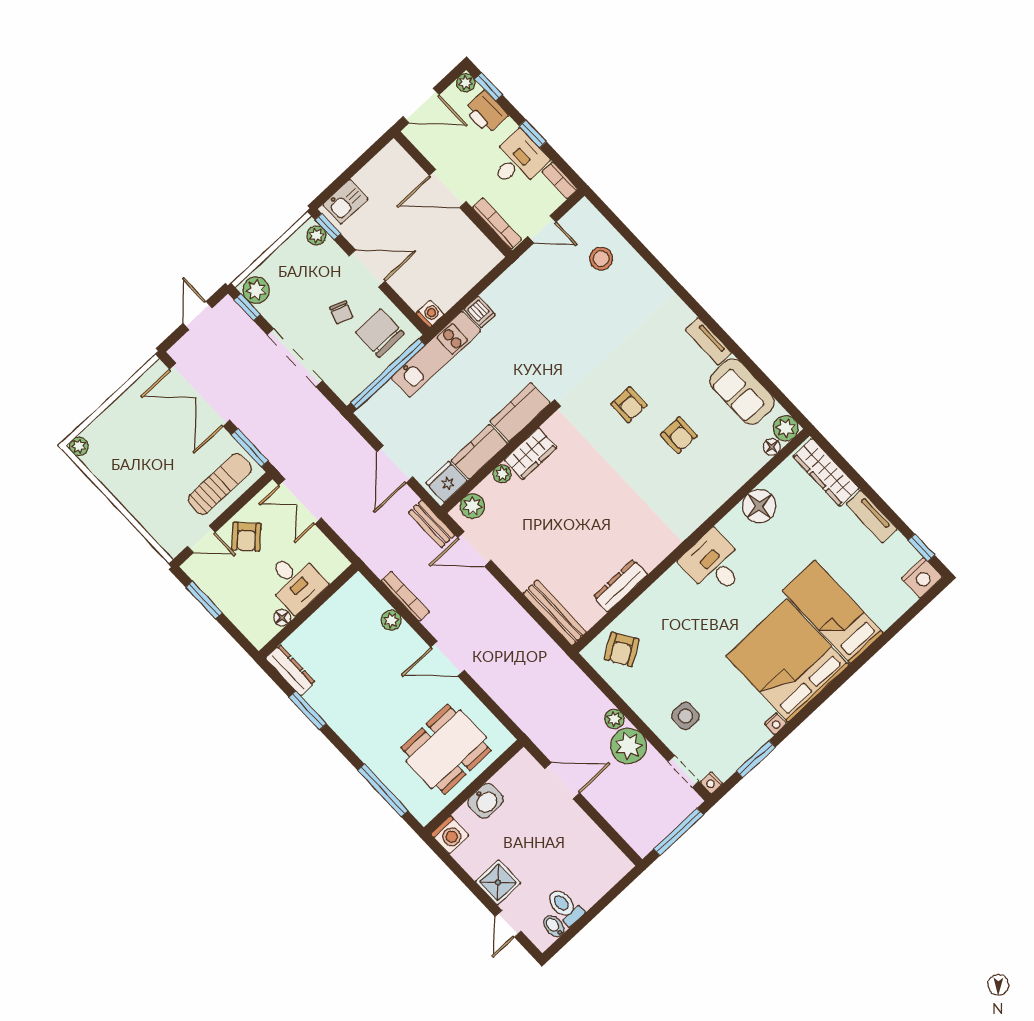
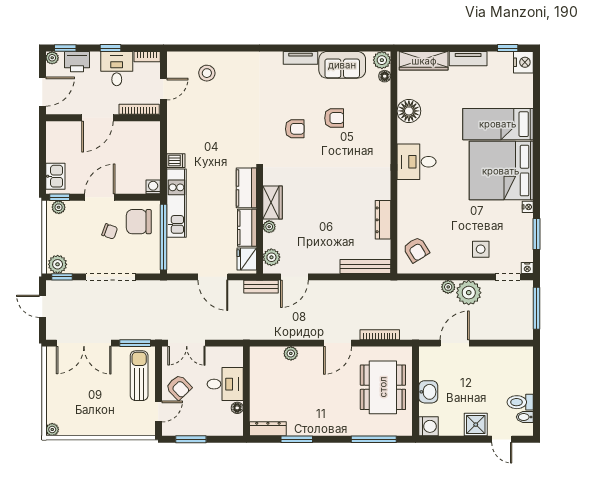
bookcase: (405, 596) -> (380, 335), moved

